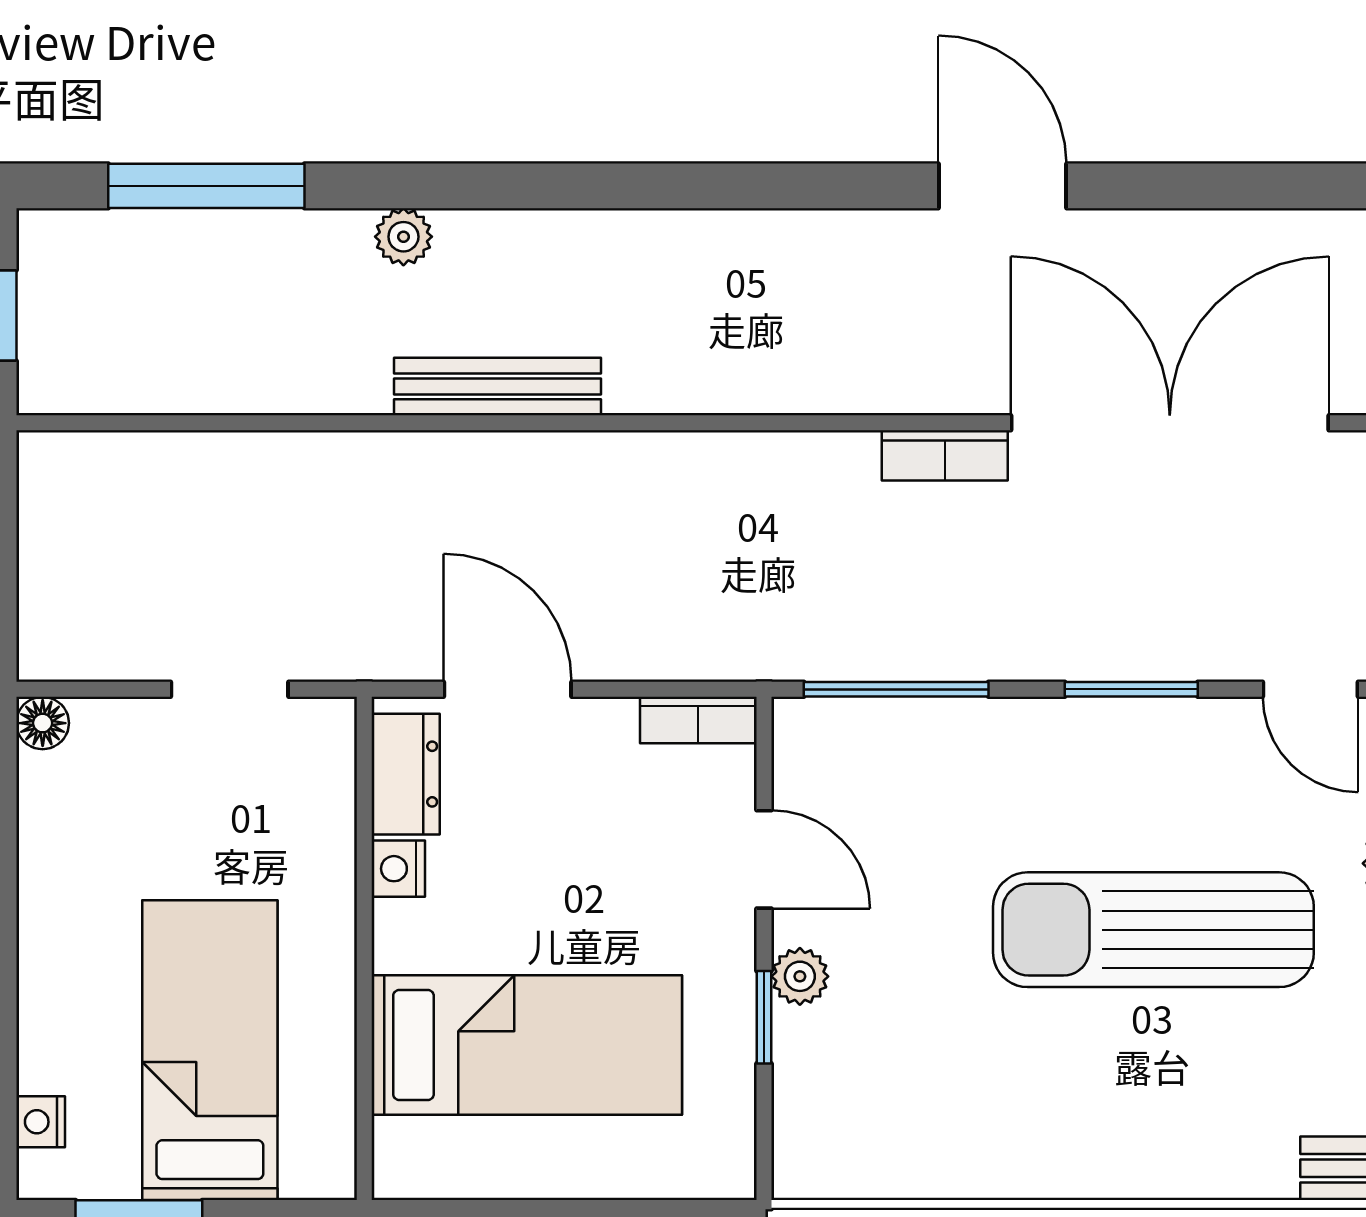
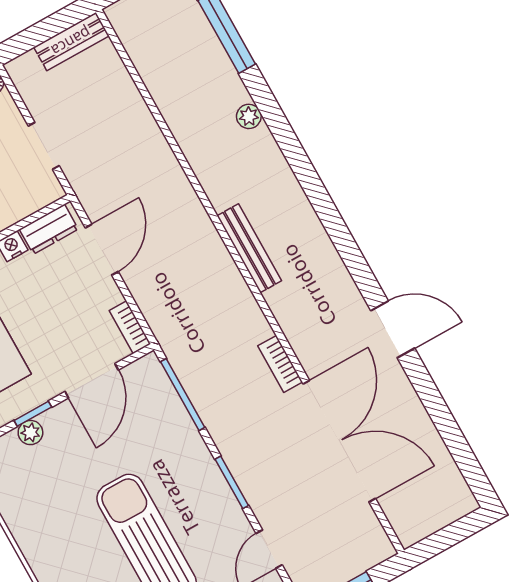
door: (1002, 186) -> (393, 329), hinge flipped
bench: (497, 386) -> (249, 248), moved
bench: (48, 514) -> (71, 42), added
door: (764, 859) -> (92, 381), width x1.38
plant: (800, 976) -> (30, 433), moved

